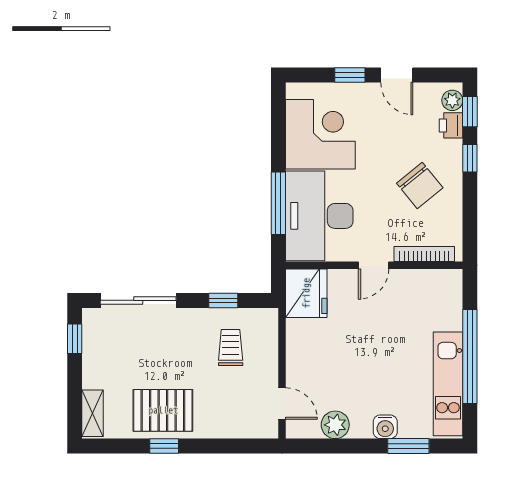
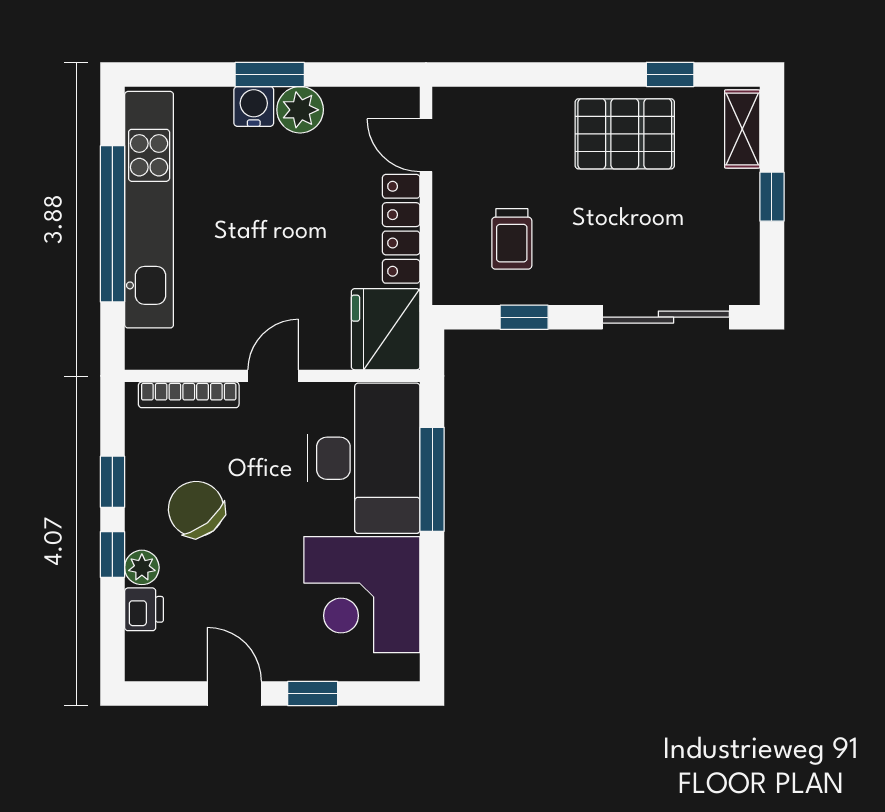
plant: (452, 100) -> (142, 567), moved
window: (470, 112) -> (112, 482), moved
window: (75, 339) -> (772, 197), moved
locker: (297, 353) -> (401, 229), added
kitchen unit: (448, 384) -> (149, 210), width x1.36
plant: (335, 425) -> (300, 110), moved
window: (164, 446) -> (670, 74), moved
window: (408, 446) -> (270, 74), moved

